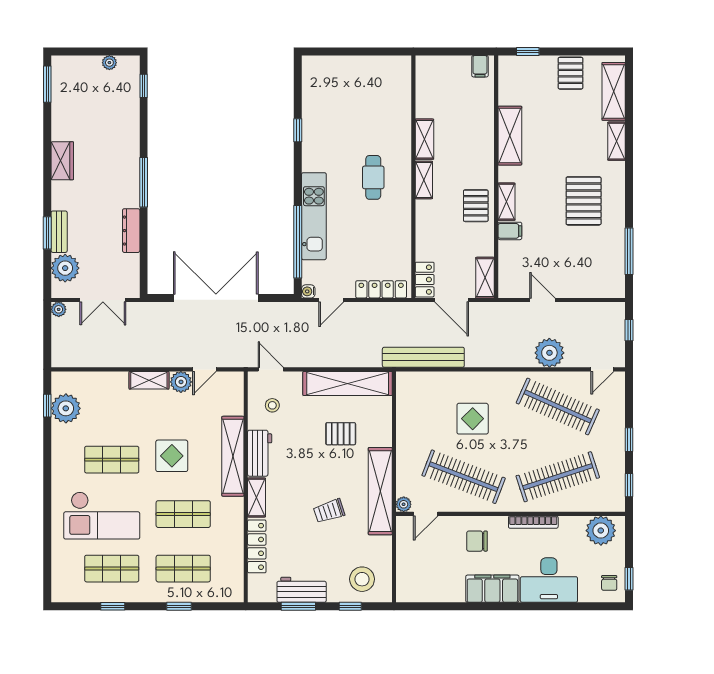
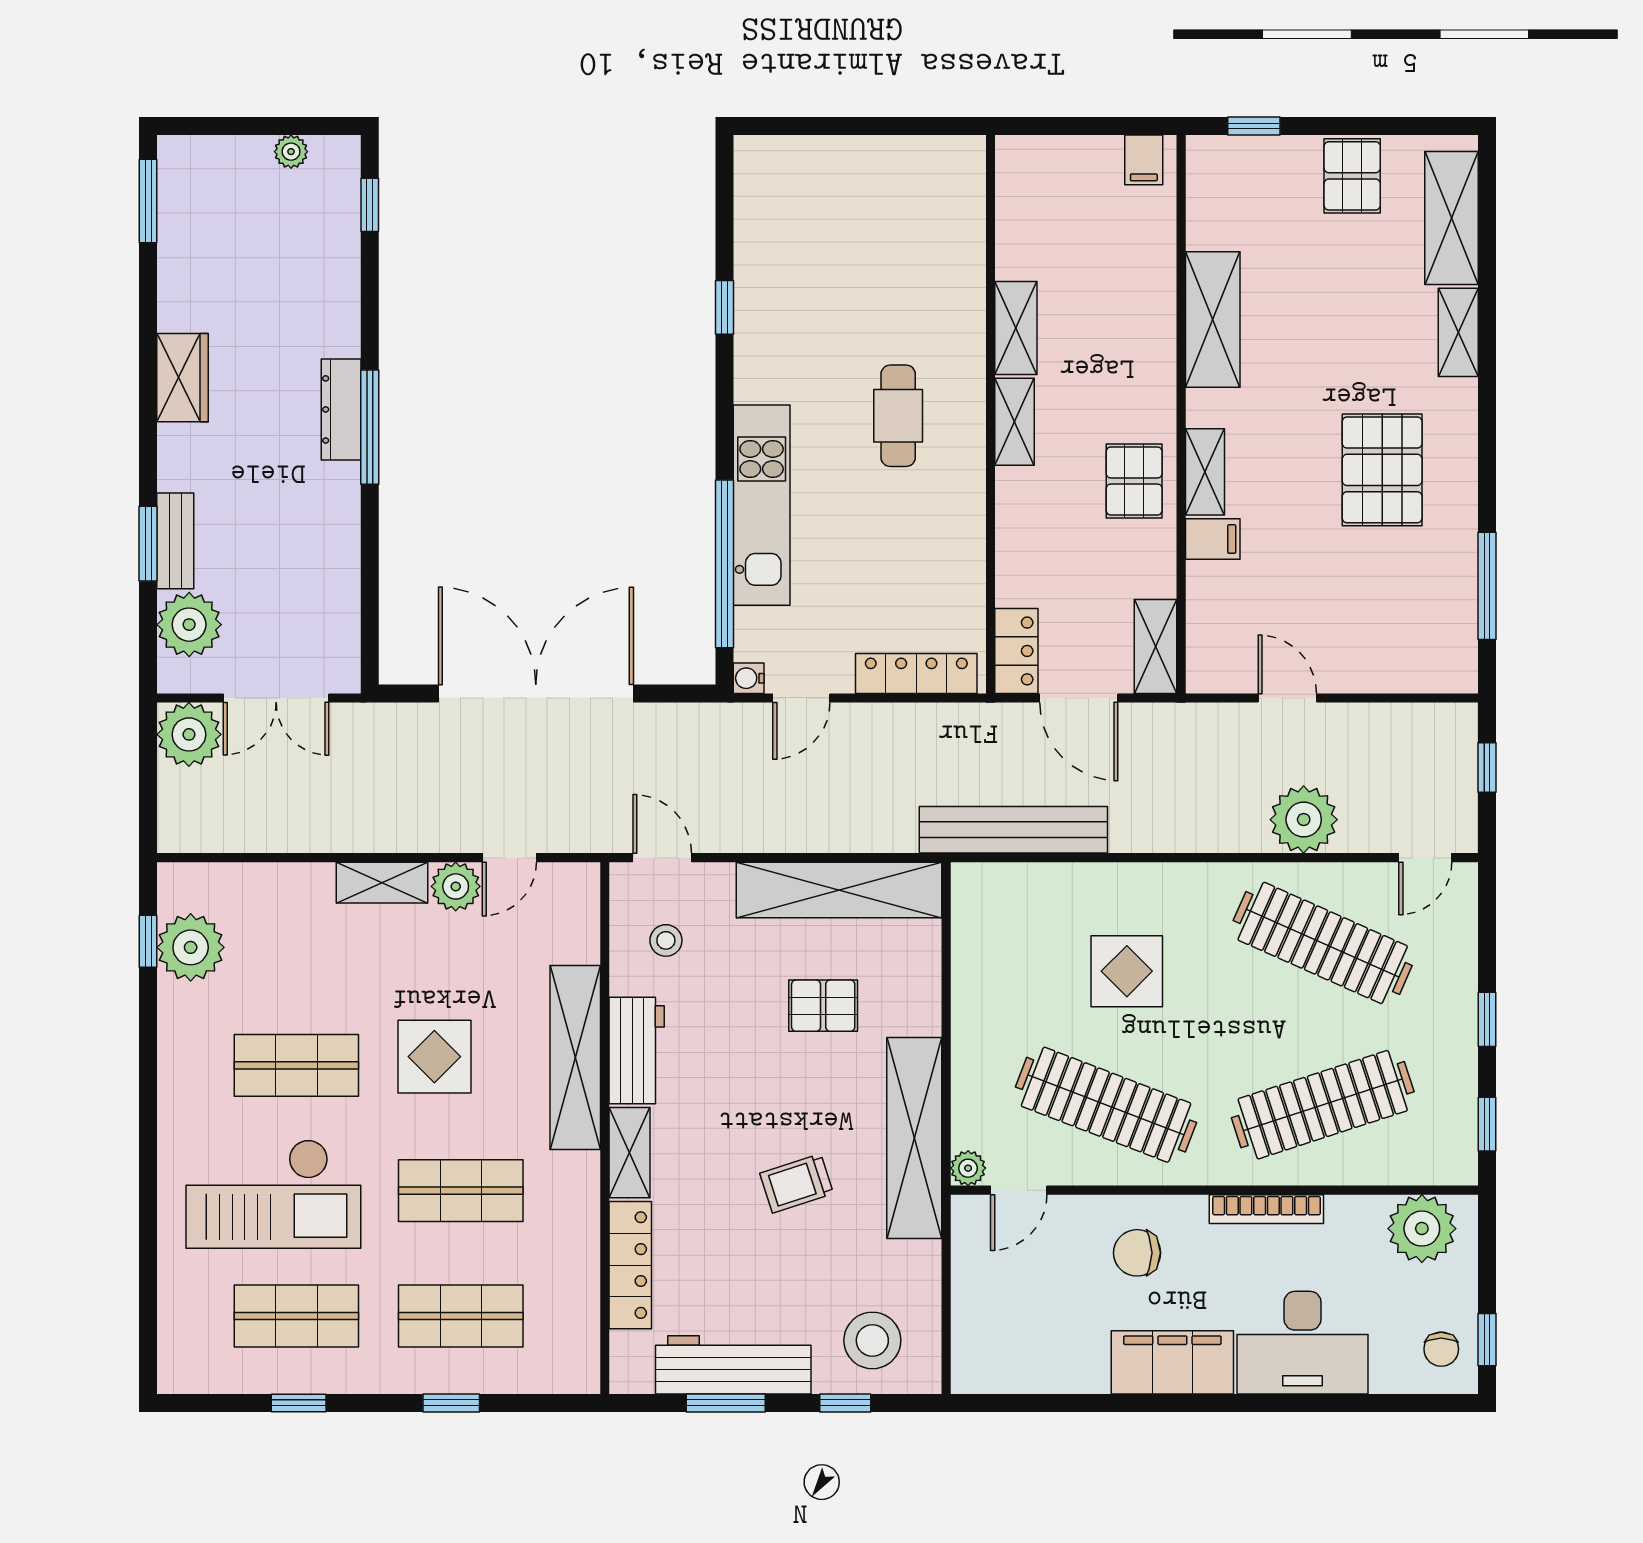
dresser: (131, 231) -> (341, 409), moved
plant: (59, 309) -> (189, 734), width x1.88, depth x1.88
workbench: (302, 590) -> (733, 1365), width x1.38

